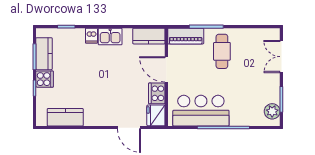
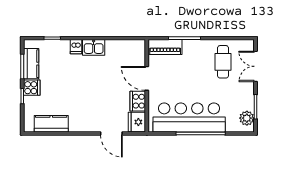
kitchen counter: (149, 36) -> (130, 47), removed
cafe table: (222, 51) -> (223, 62), moved
bar counter: (201, 111) -> (189, 118), width x1.36

